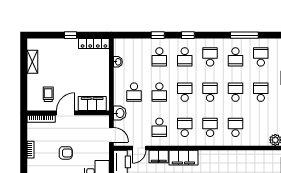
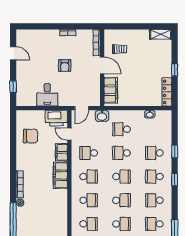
school desk: (210, 57) -> (154, 200), turned 180
shelving: (32, 62) -> (161, 34), moved

